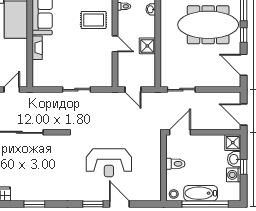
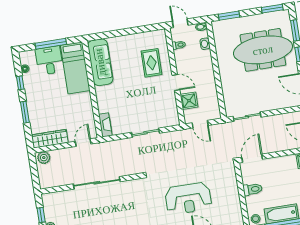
rug: (94, 20) -> (151, 63), turned 90
shower: (147, 46) -> (189, 101), moved
fireplace: (37, 48) -> (105, 125), moved

